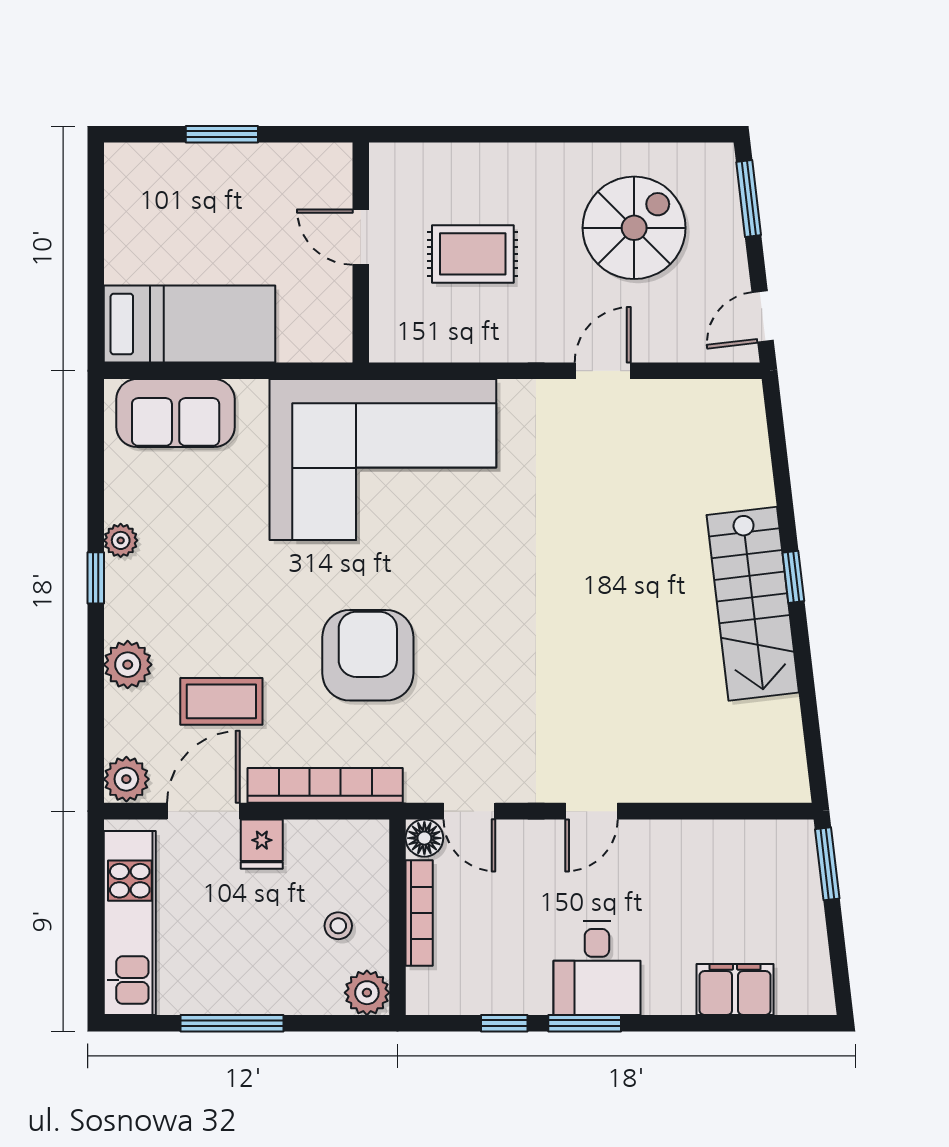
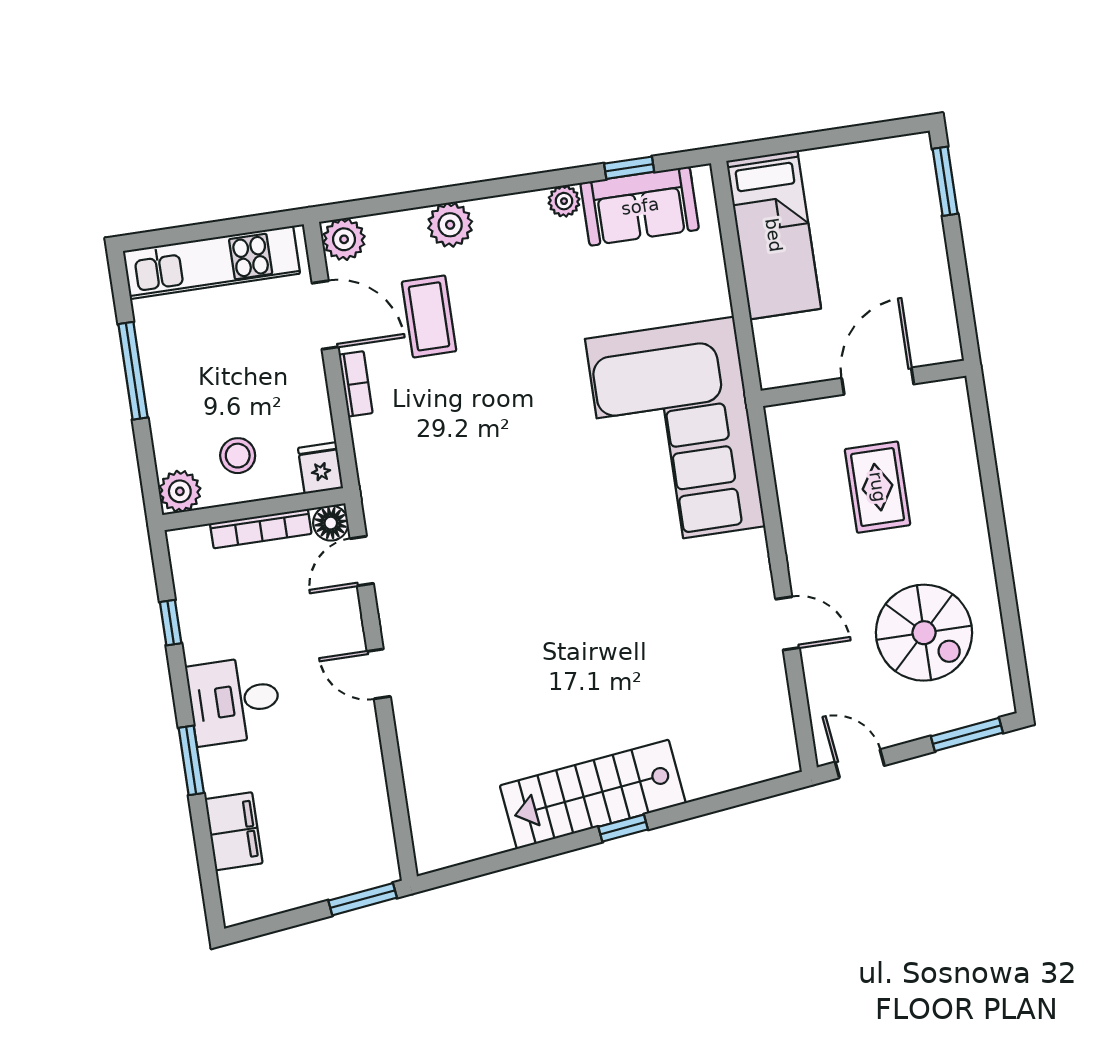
window: (222, 134) -> (945, 181), moved
door: (361, 237) -> (878, 381), width x1.38
sofa: (176, 413) -> (640, 206), moved, turned -90
window: (96, 578) -> (629, 168), moved
armchair: (368, 655) -> (492, 446), removed
bookcase: (325, 785) -> (356, 384), width x0.43, depth x0.76
fridge: (262, 844) -> (321, 468), moved, turned 90
stool: (338, 926) -> (238, 456), width x1.37, depth x1.37
window: (585, 1023) -> (191, 760), moved

